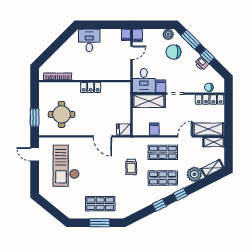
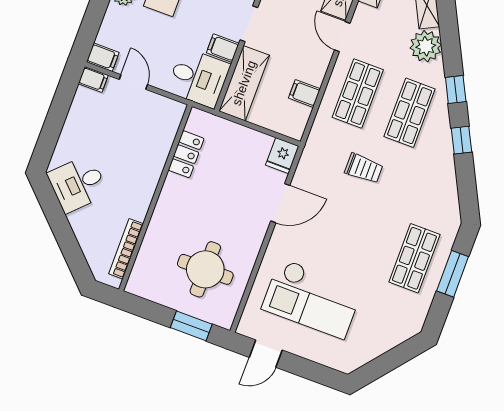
desk: (89, 40) -> (78, 184), moved, turned -45
locker: (91, 87) -> (186, 154), moved

